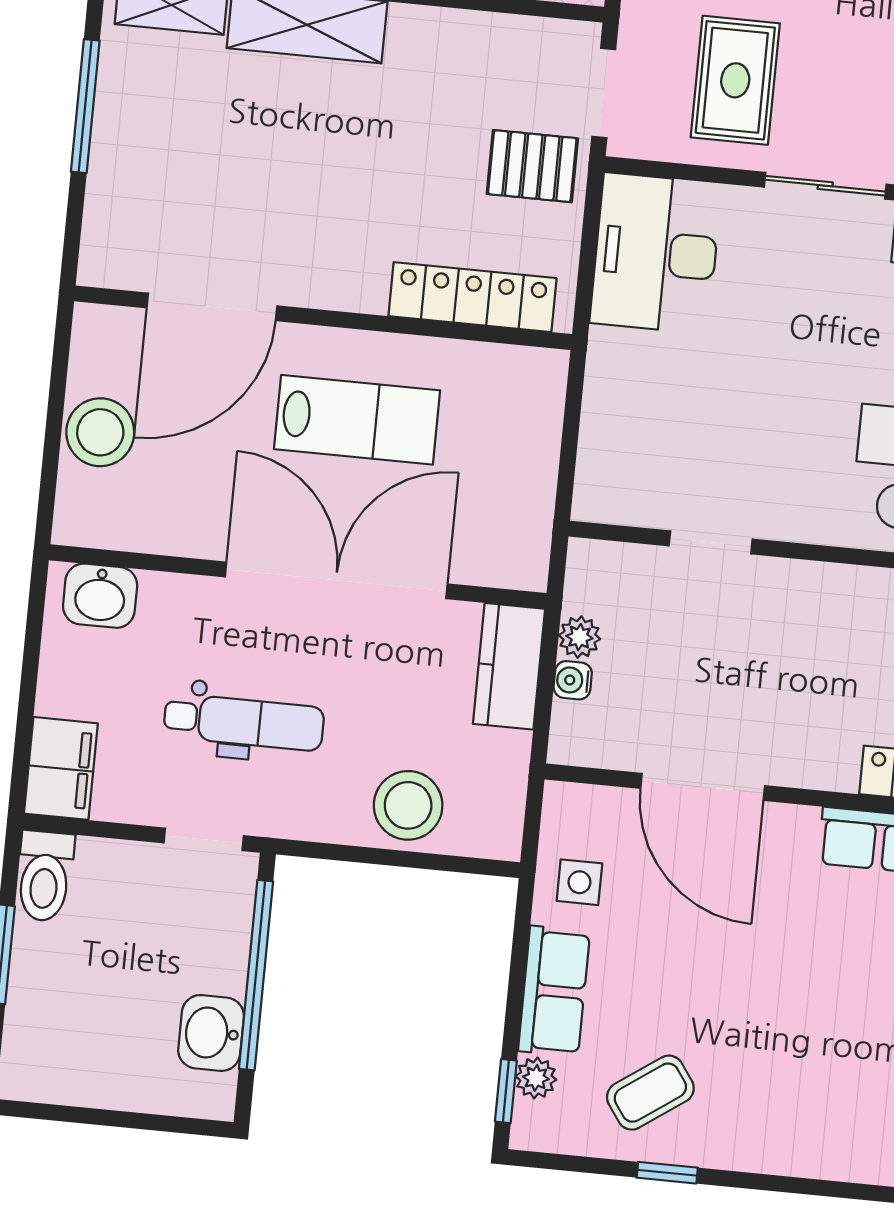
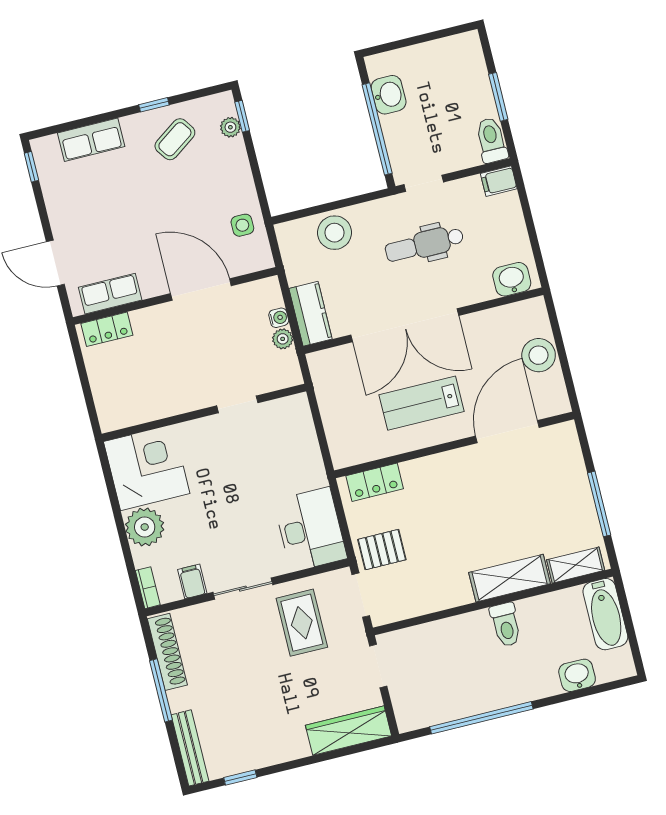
locker: (472, 297) -> (375, 482), width x0.66
filing cabinet: (61, 768) -> (499, 181), width x0.50
row of seats: (554, 991) -> (91, 140), moved, turned -90

